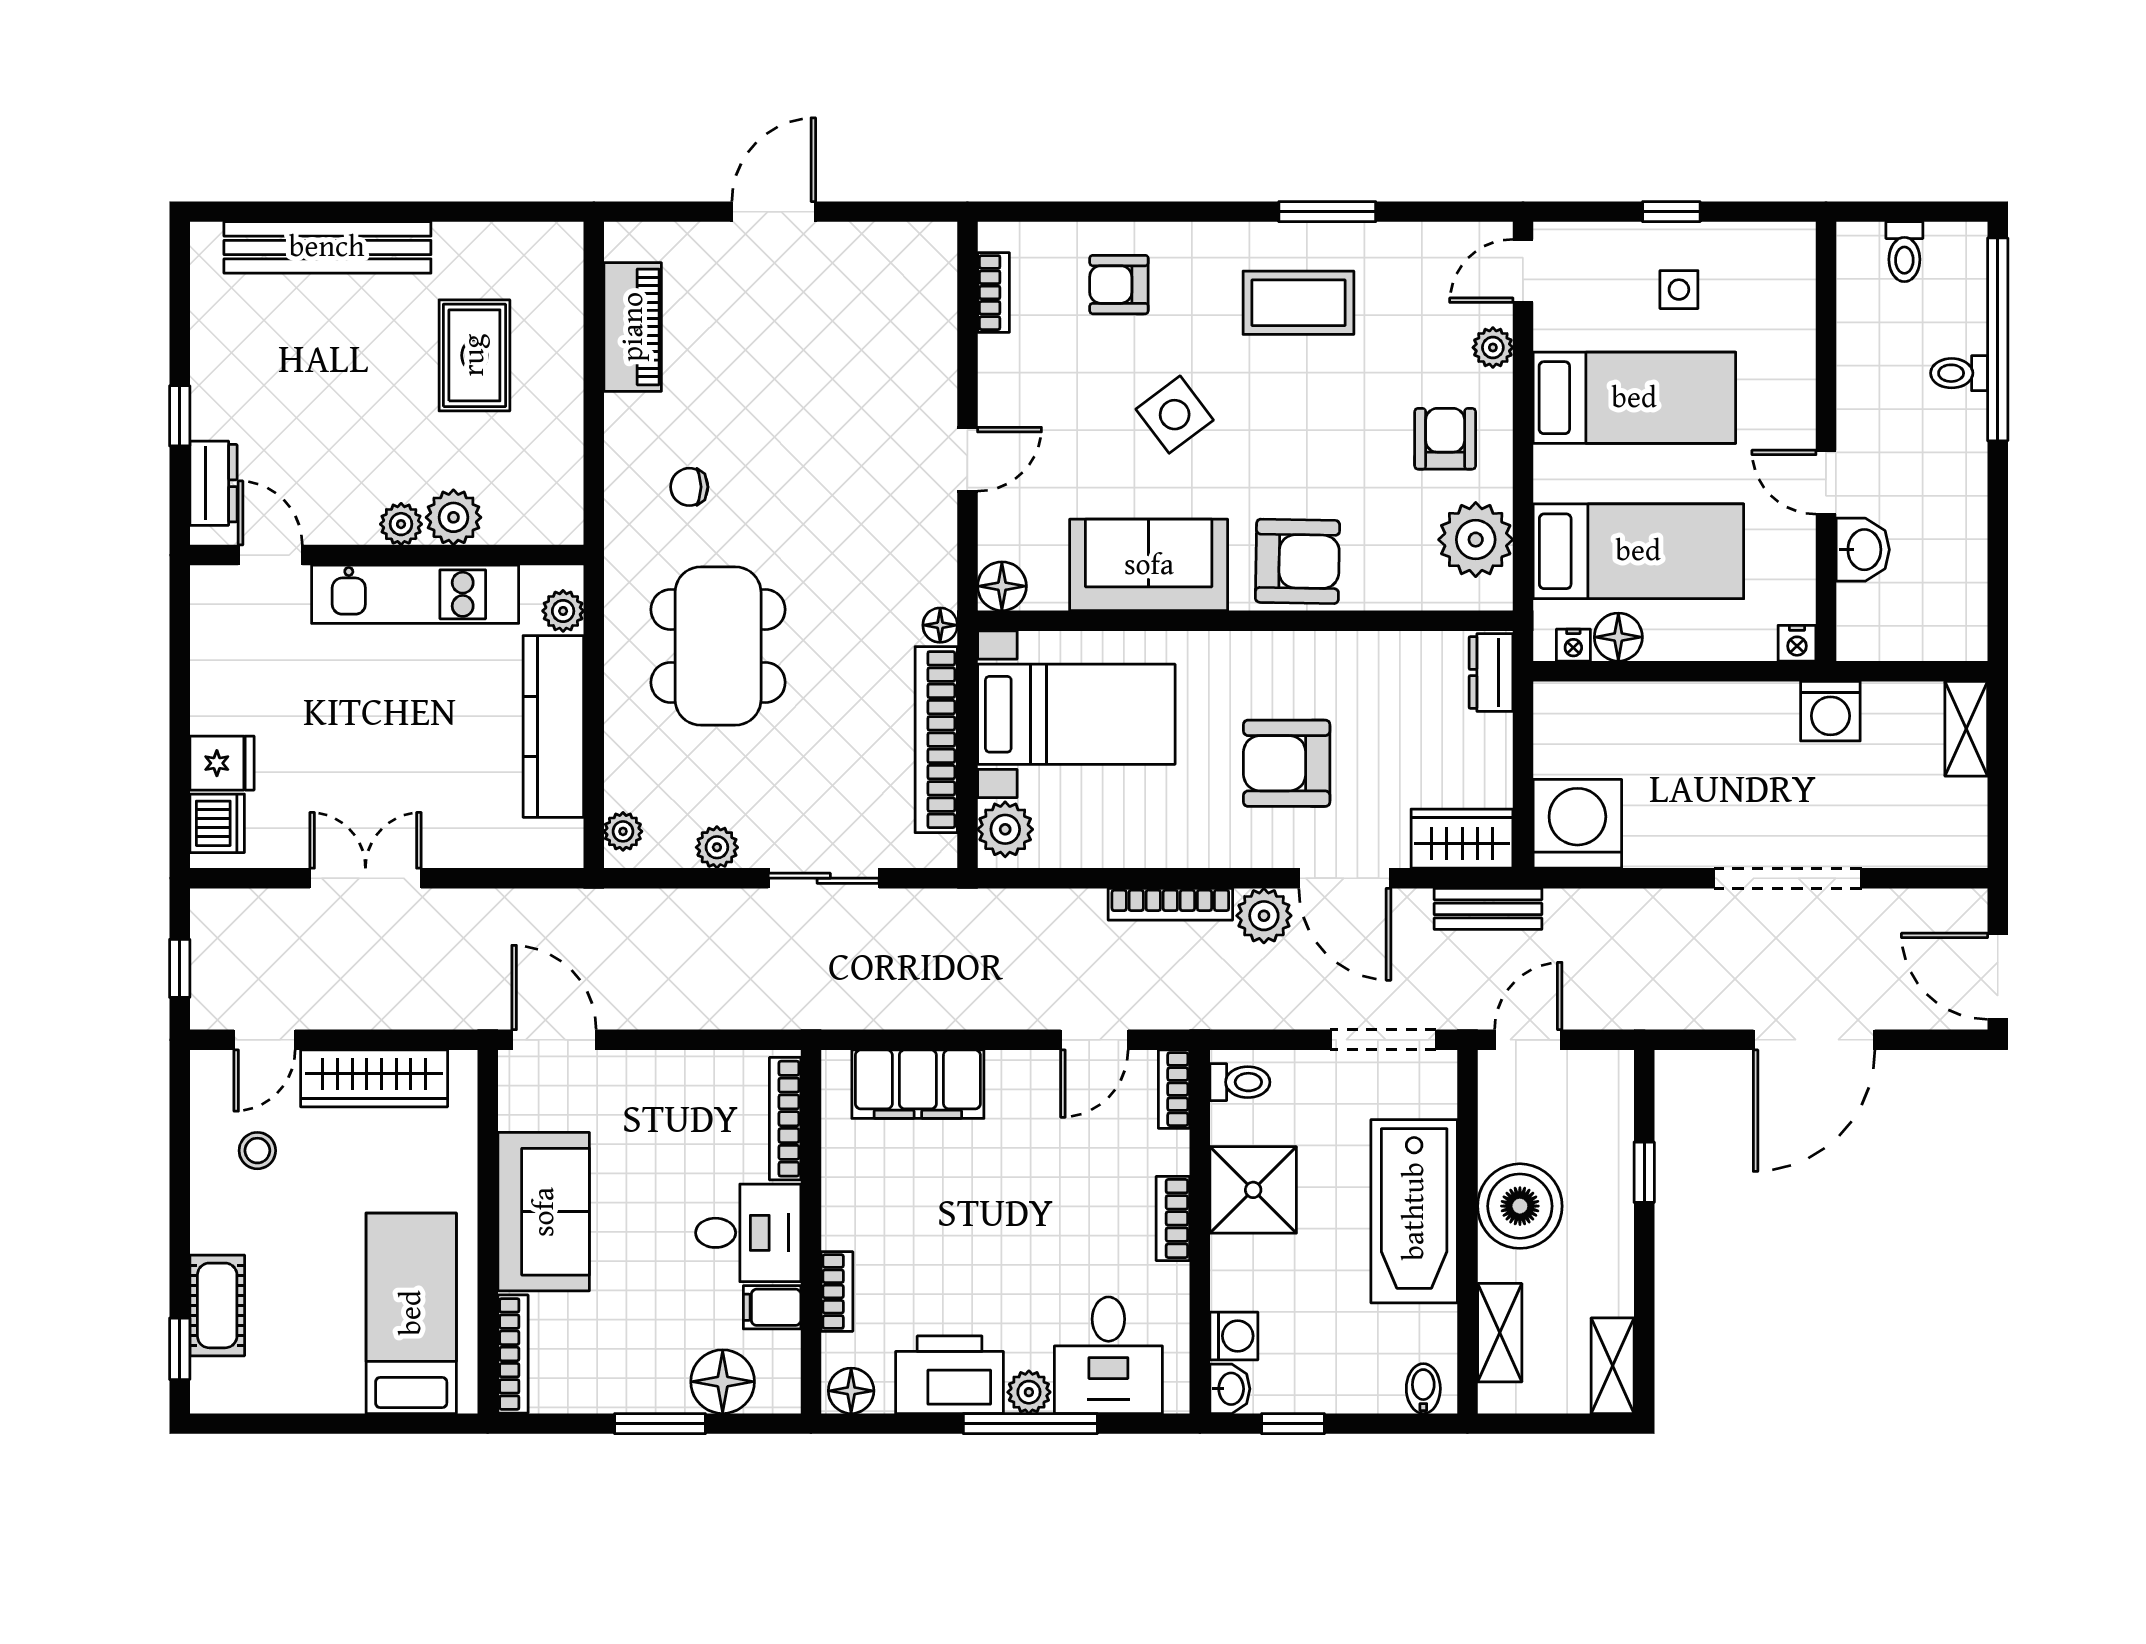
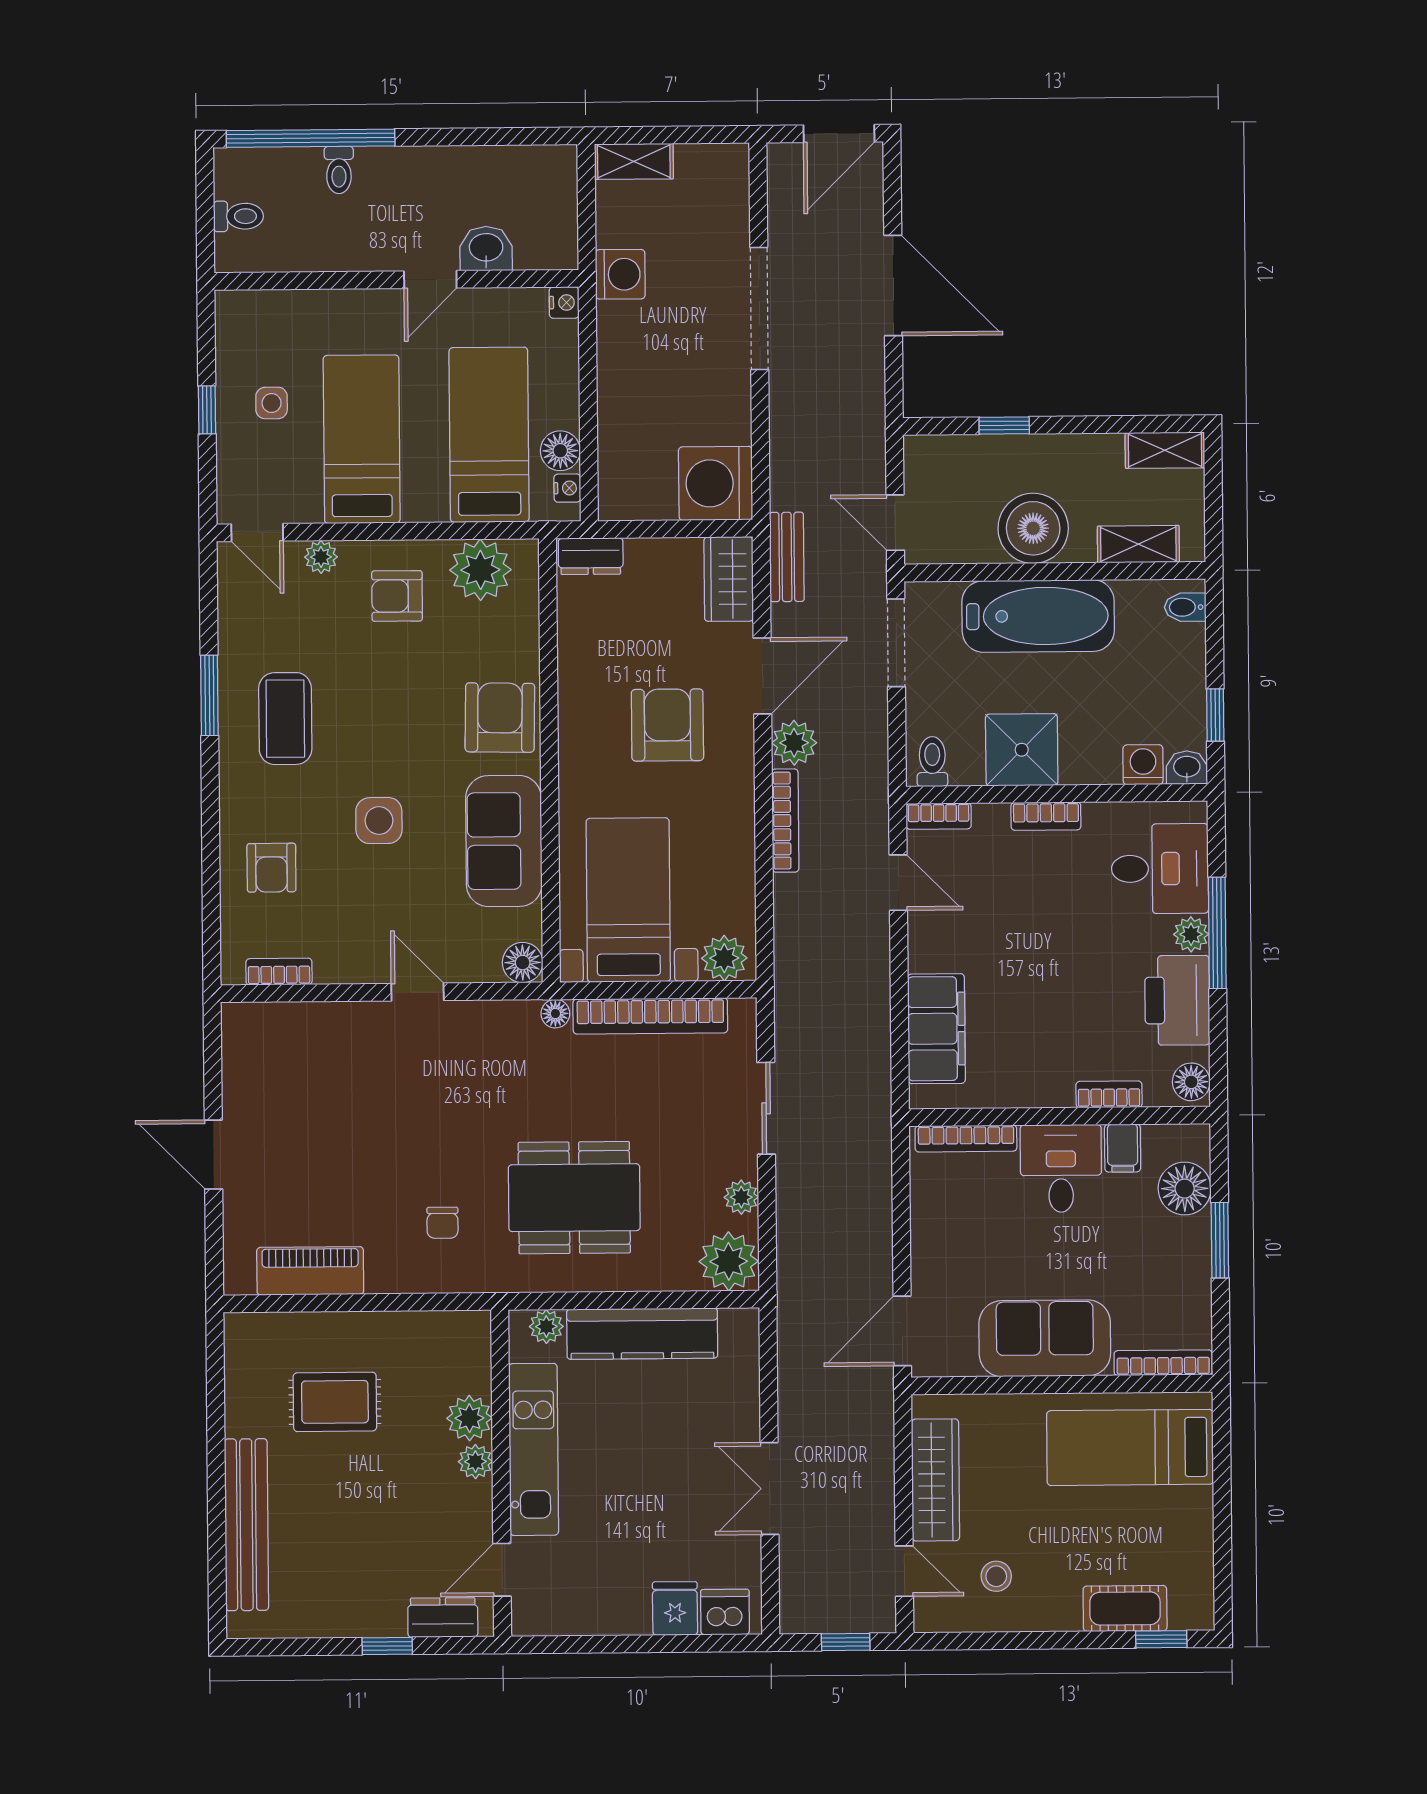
side table: (1175, 415) -> (379, 821), turned 37
armchair: (1287, 763) -> (667, 725), turned 180
plant: (623, 831) -> (729, 1261), width x1.88, depth x1.88

